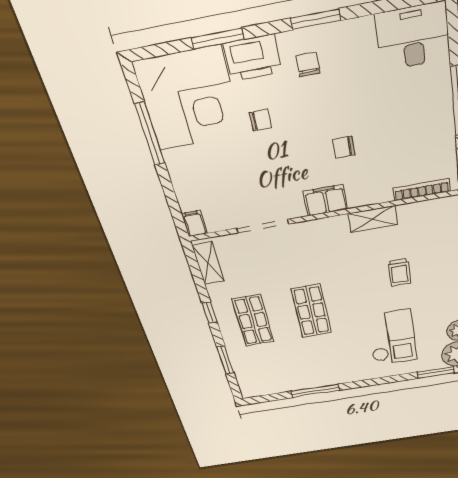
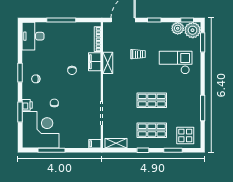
printer: (253, 58) -> (27, 105), width x0.53, depth x0.68
filing cabinet: (326, 200) -> (95, 62), moved
display table: (259, 374) -> (185, 135), added

